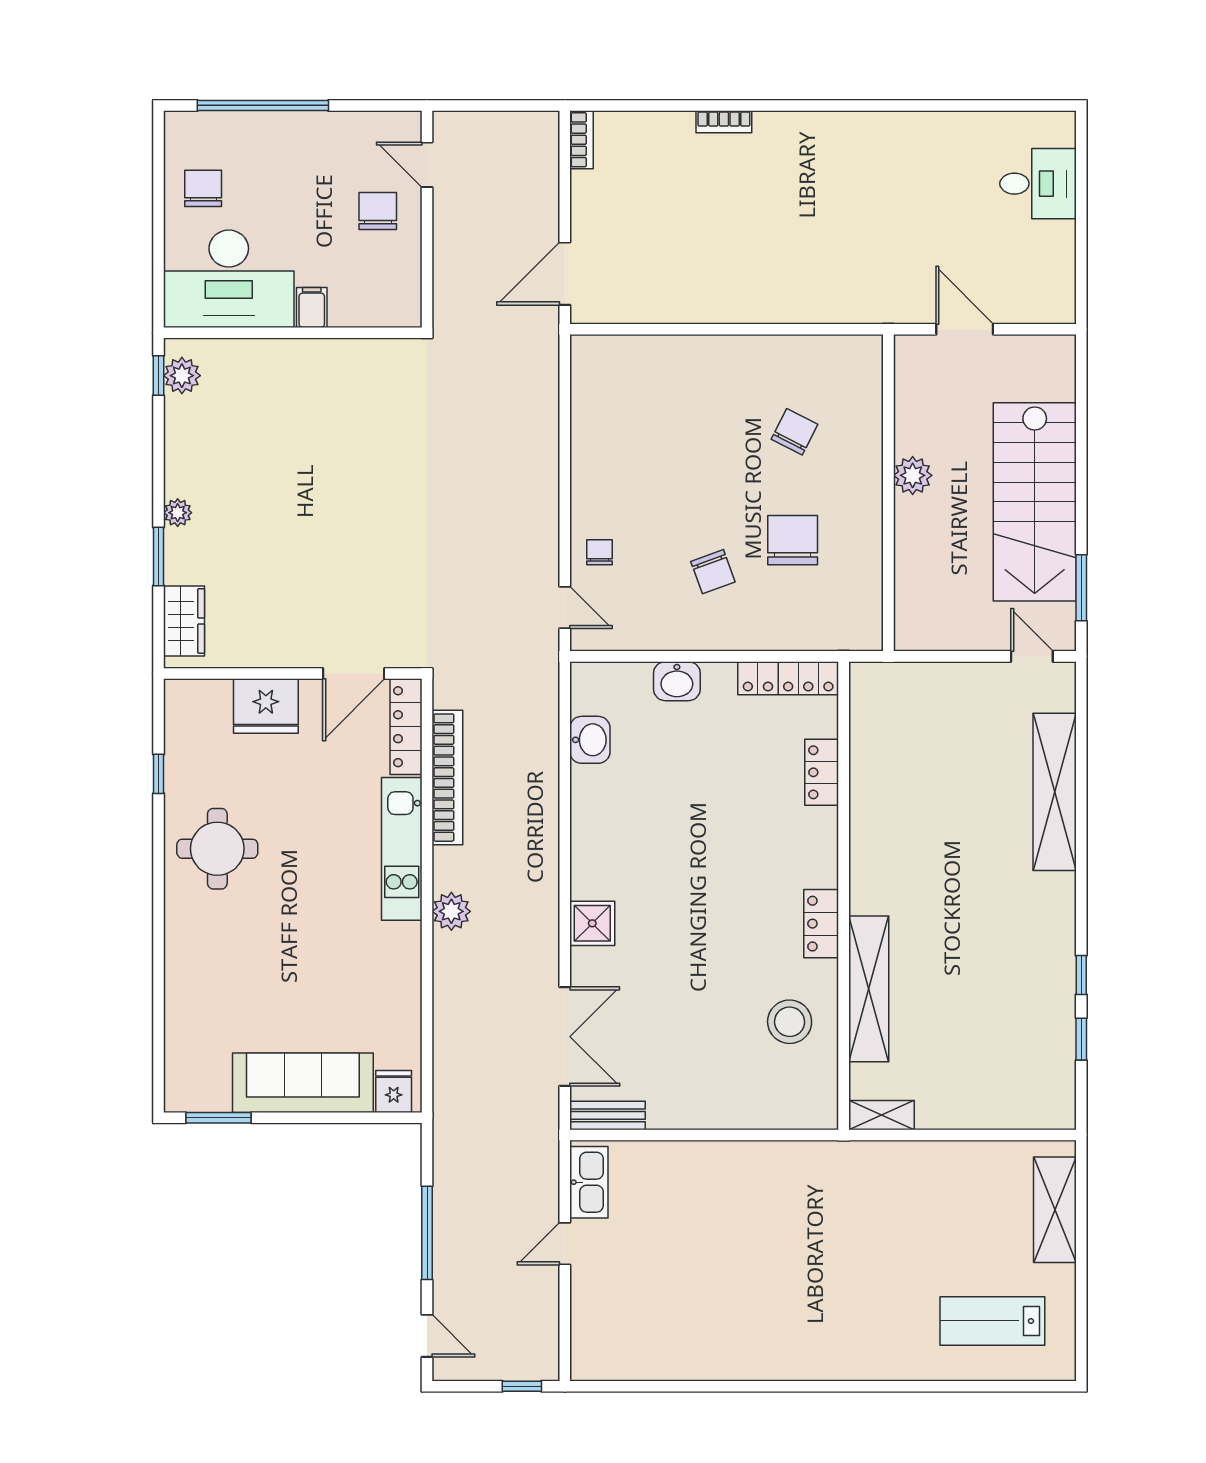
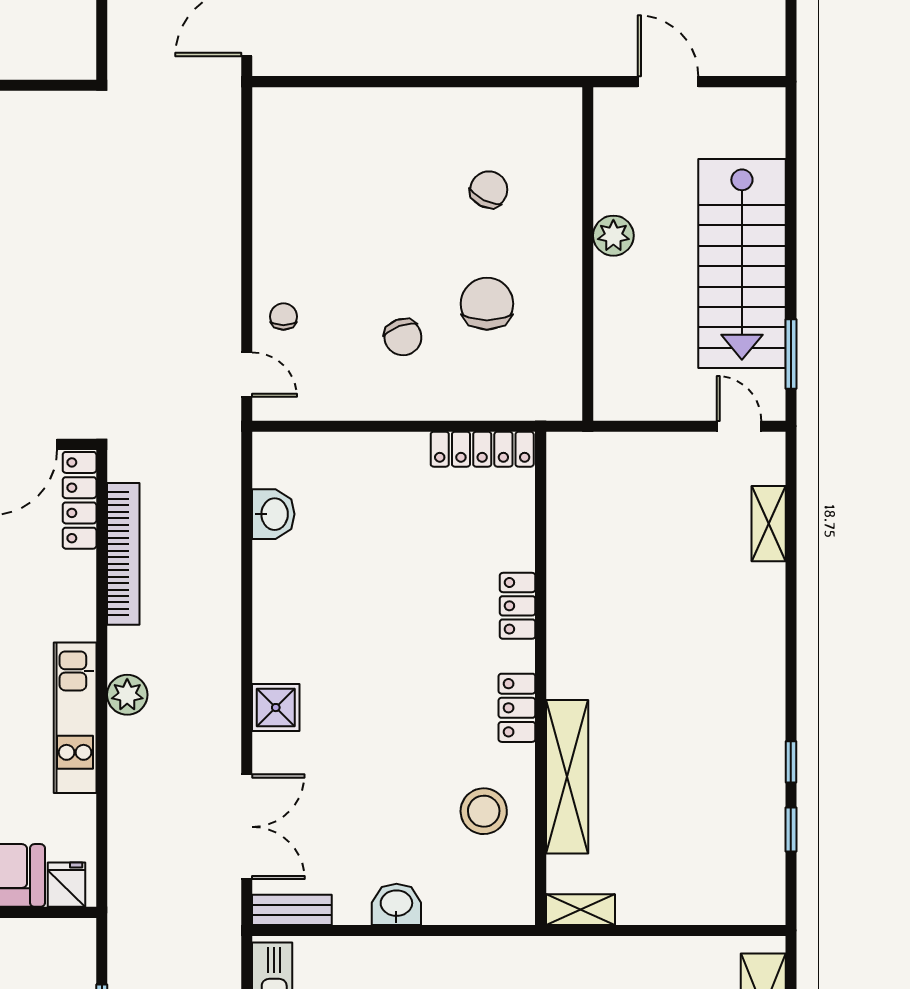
washbasin: (677, 681) -> (396, 904), moved, turned 180
locker: (822, 772) -> (518, 606), moved
shelving: (1055, 792) -> (769, 524), width x0.45, depth x0.75
kitchen unit: (402, 849) -> (75, 718), moved

